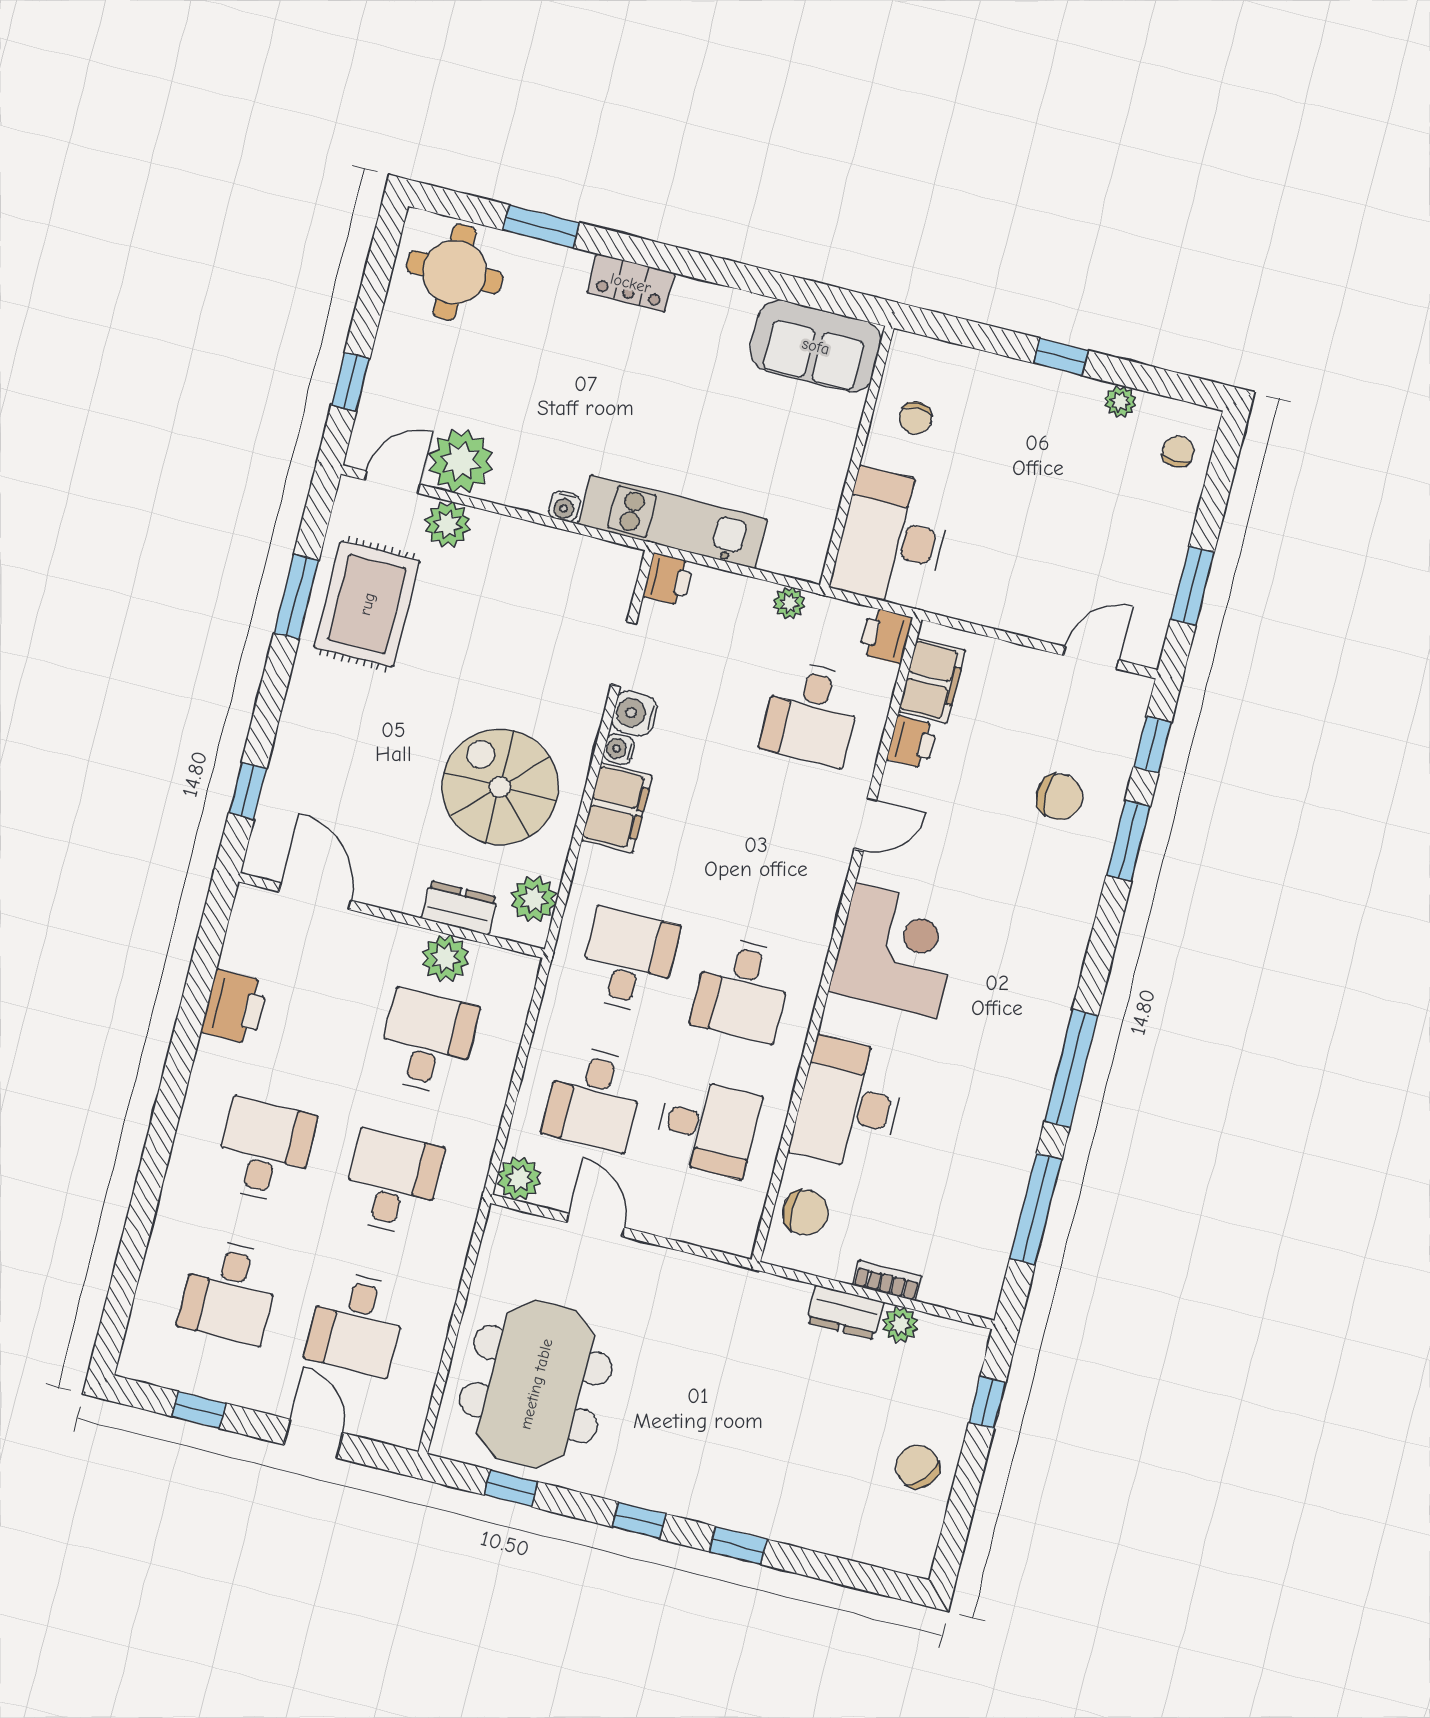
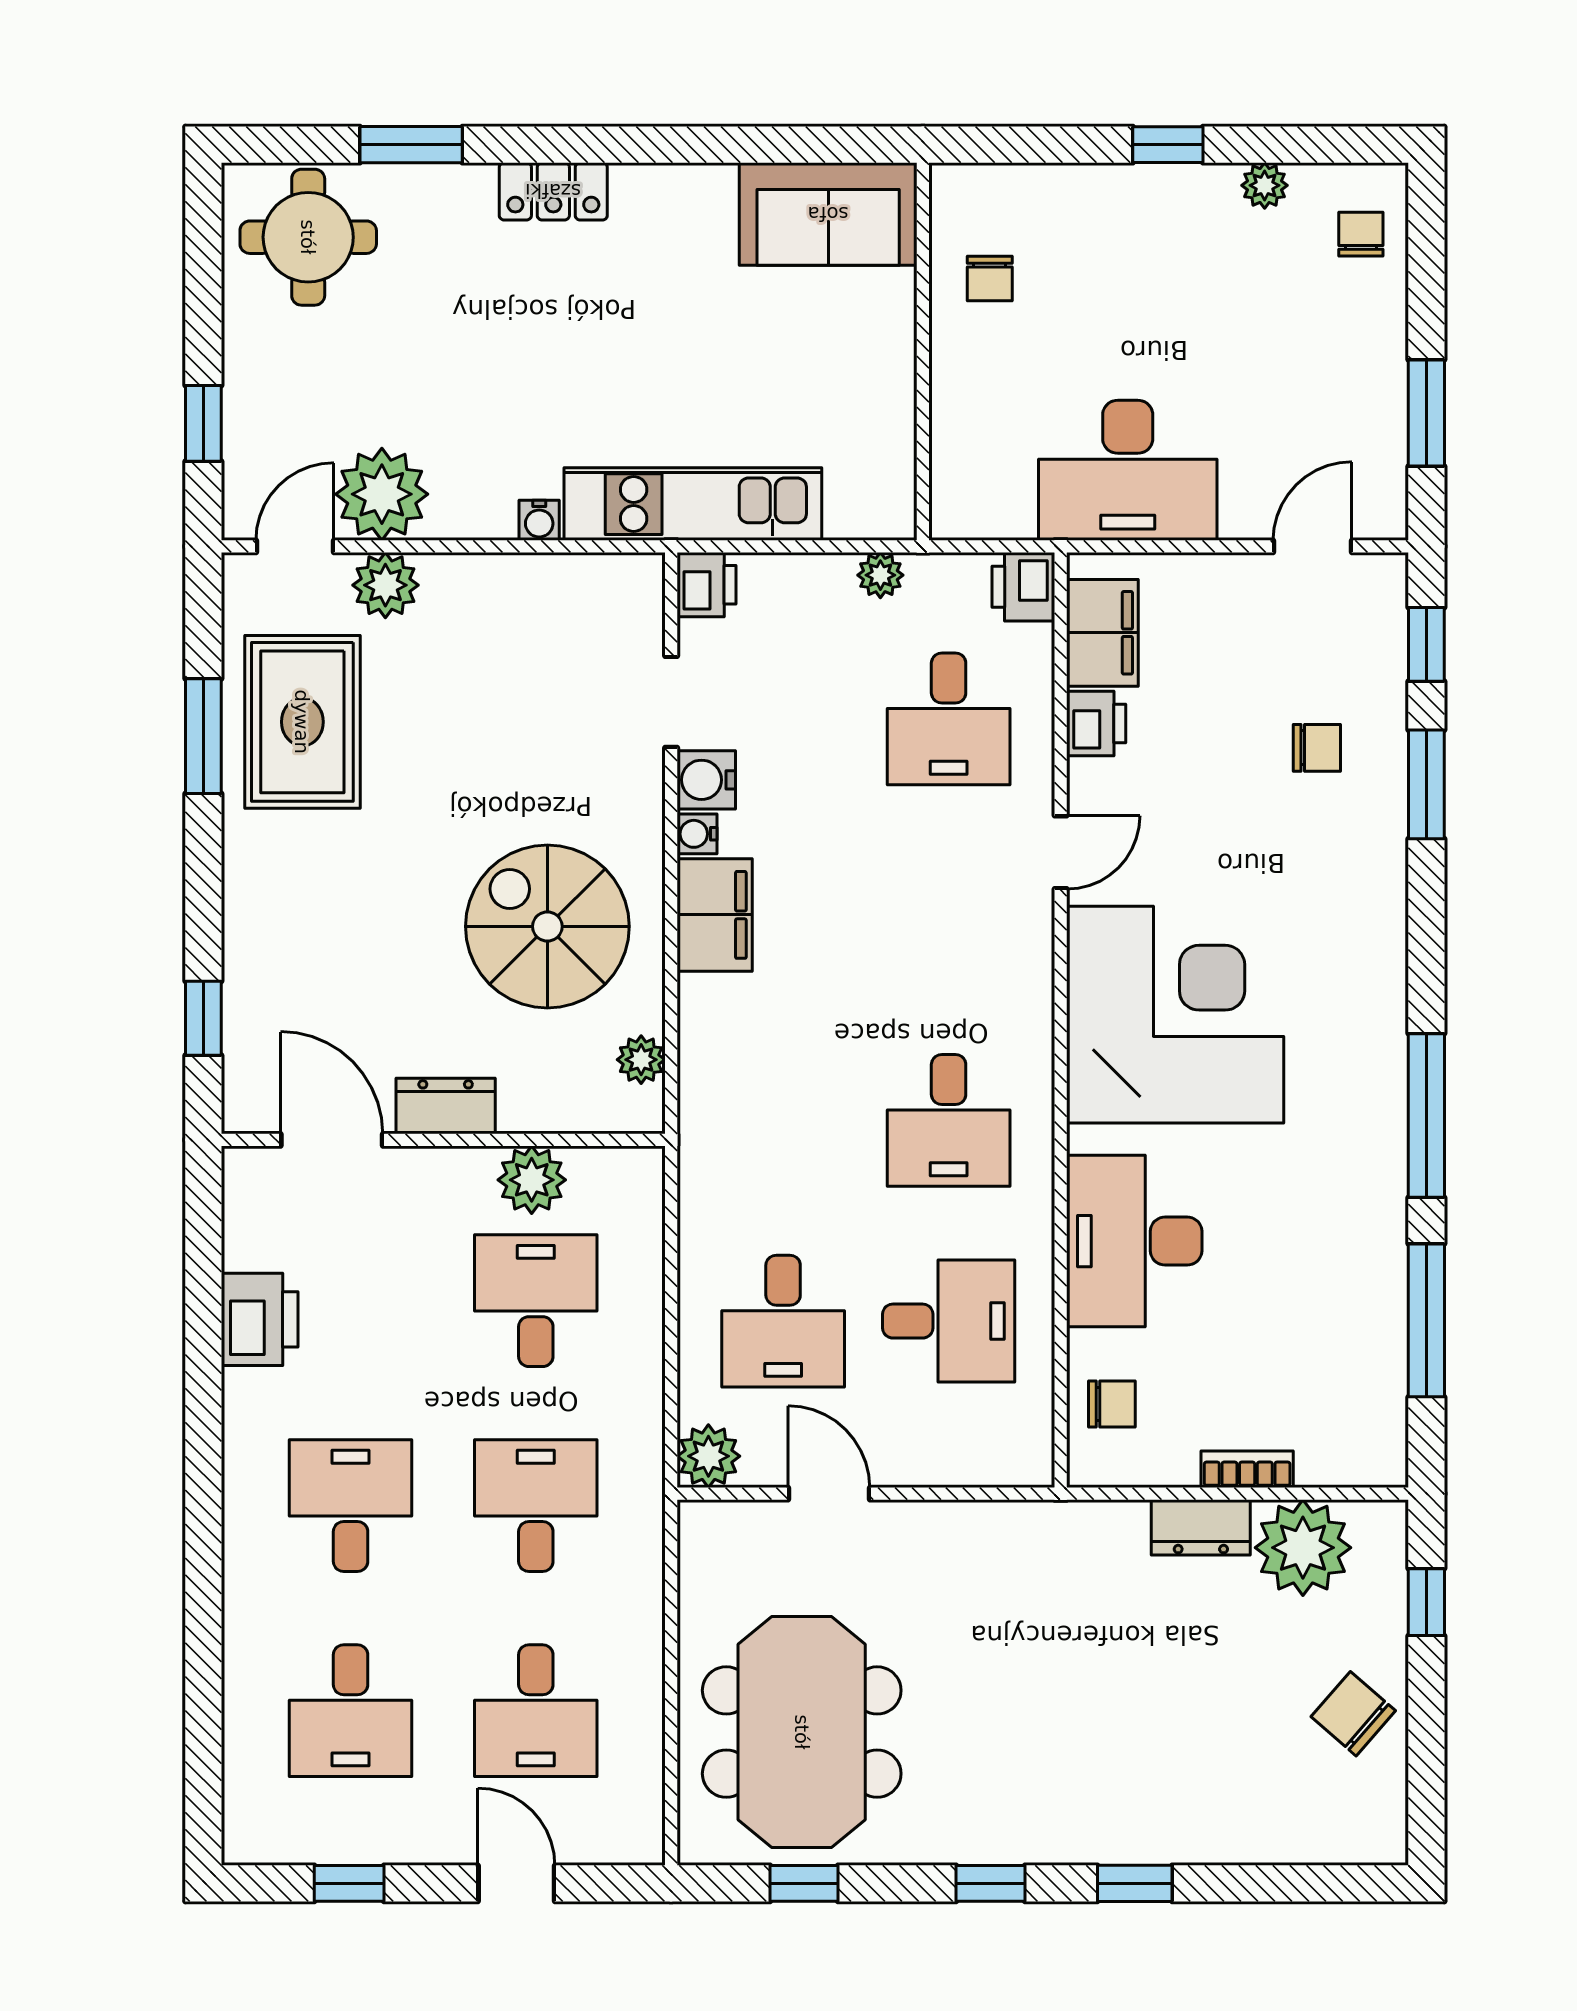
desk: (892, 538) -> (1128, 470), moved, turned -90
chair: (1059, 797) -> (1317, 748), width x0.73, depth x0.73
plant: (534, 899) -> (641, 1060), width x0.73, depth x0.73
dresser: (459, 908) -> (446, 1106), moved
corner desk: (896, 951) -> (1175, 1015), width x1.36, depth x1.36
desk: (628, 961) -> (783, 1120), removed
chair: (805, 1212) -> (1112, 1404), width x0.73, depth x0.73
plant: (900, 1325) -> (1303, 1548), width x1.88, depth x1.88

